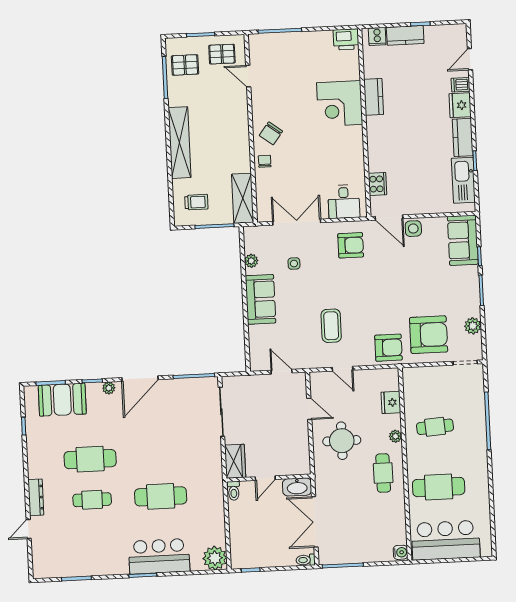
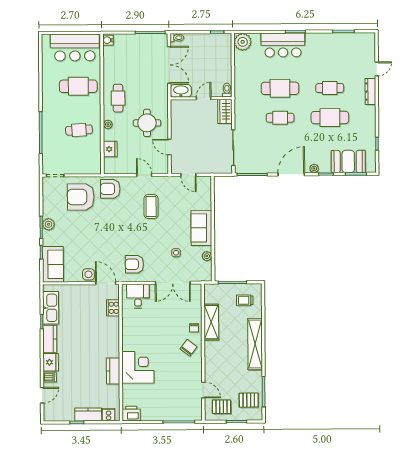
shelving: (243, 198) -> (211, 322), moved
plant: (473, 326) -> (48, 224), moved
cafe table: (159, 456) -> (280, 118), added

